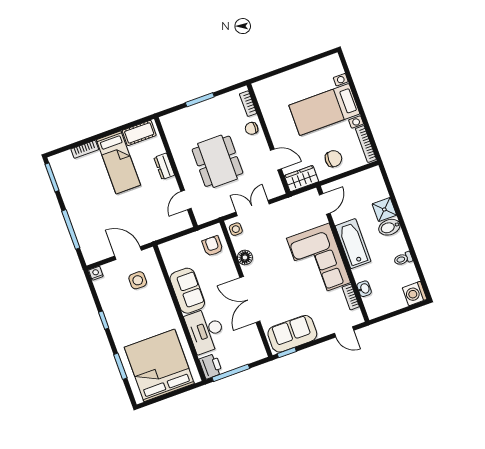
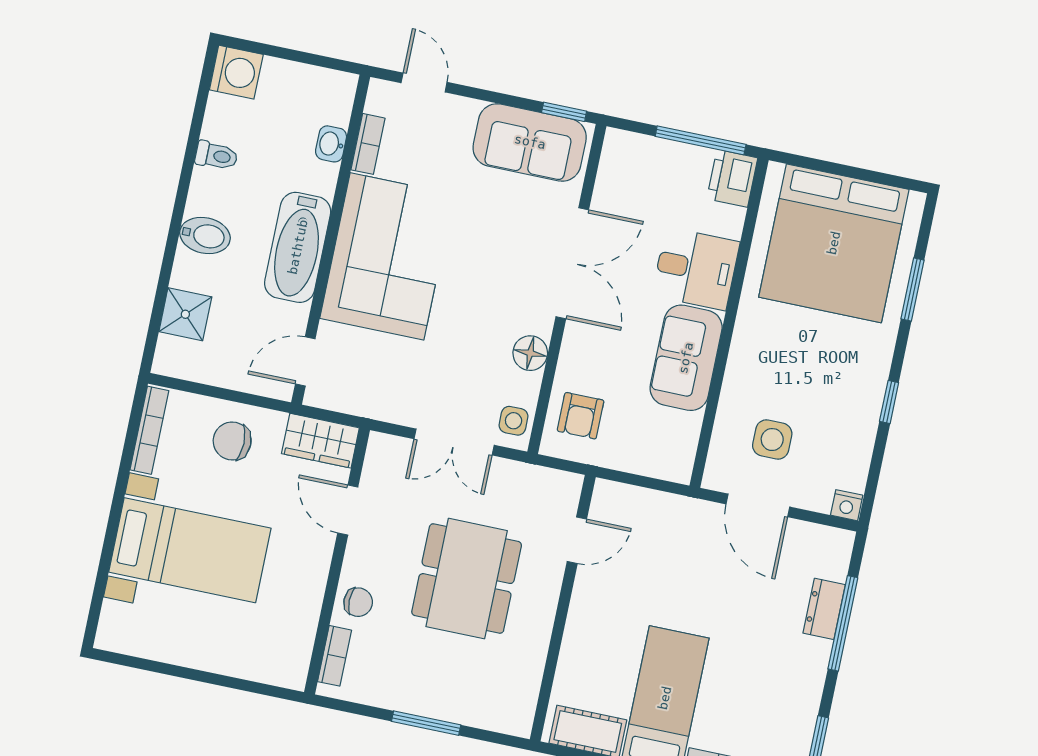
dresser: (164, 166) -> (824, 609), moved, turned 180
shower: (384, 209) -> (185, 314), moved
desk: (206, 330) -> (696, 269), width x0.73

